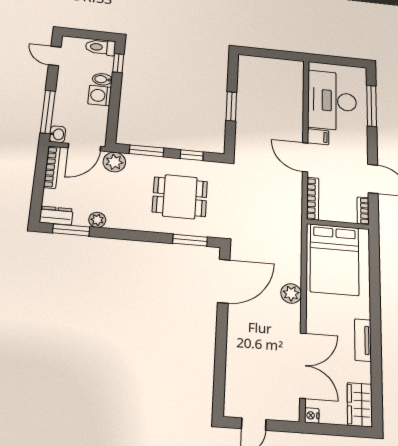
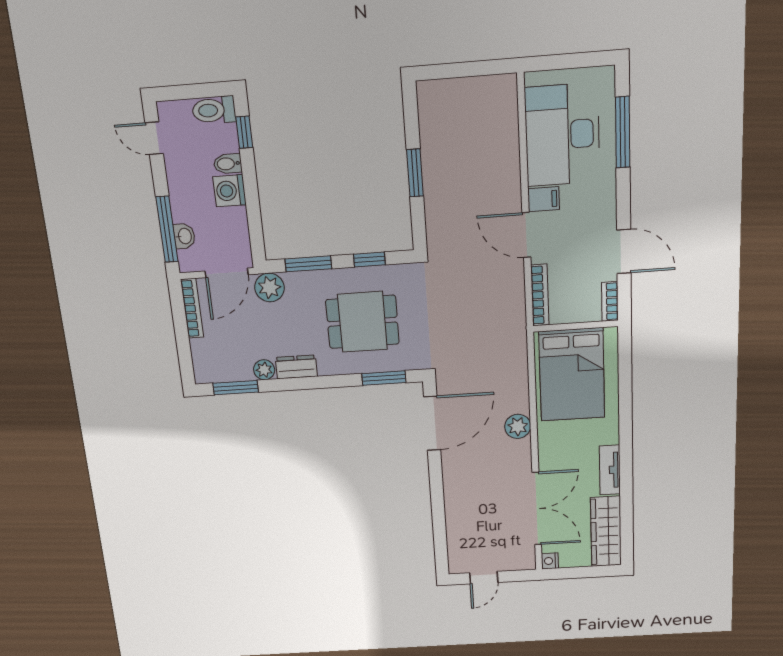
washbasin: (57, 134) -> (184, 236), moved
dresser: (56, 216) -> (296, 367), moved
wardrobe: (360, 405) -> (606, 531), width x1.50

